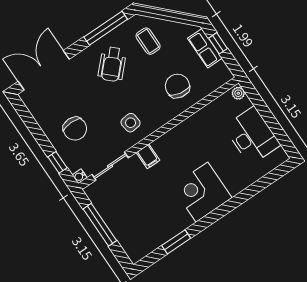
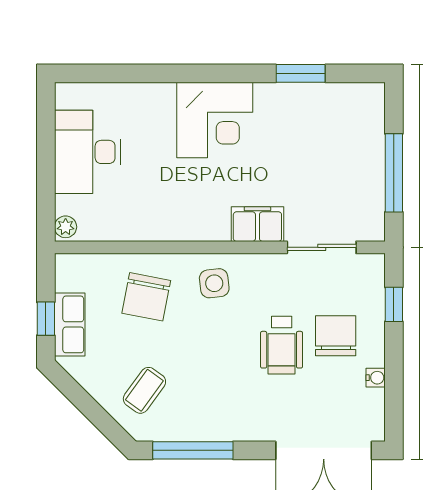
coffee table: (148, 41) -> (144, 390), turned 36
wheelchair: (112, 64) -> (282, 345), moved, turned 136
side table: (131, 123) -> (214, 283), moved
filing cabinet: (148, 156) -> (257, 224), width x2.00
water cooler: (80, 176) -> (376, 378), moved

